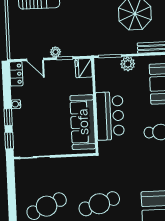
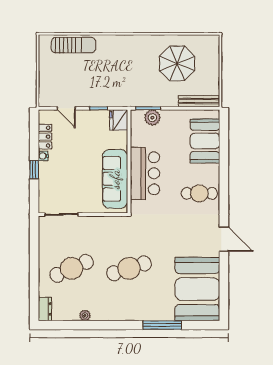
plant: (56, 52) -> (89, 101), removed
plant: (128, 64) -> (152, 118), moved
locker: (16, 74) -> (45, 137), moved
window: (9, 141) -> (34, 195), removed

